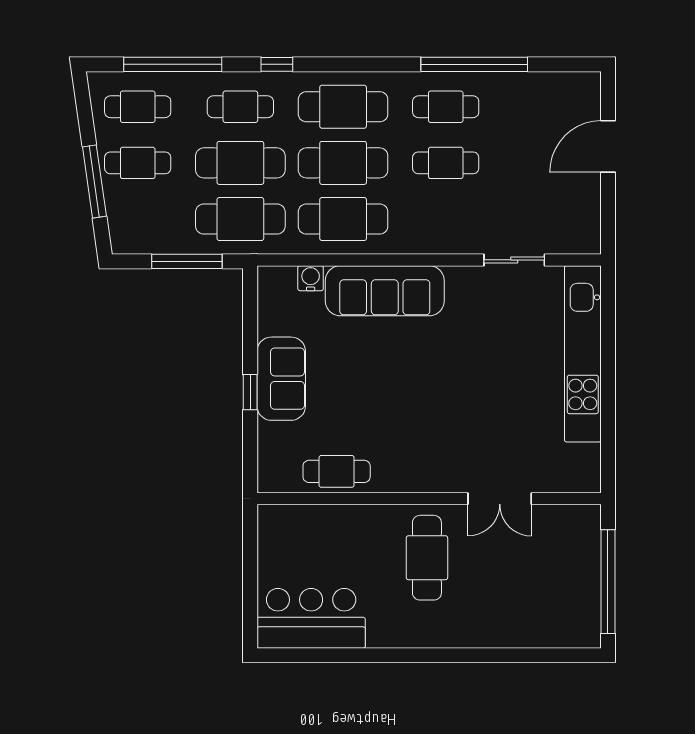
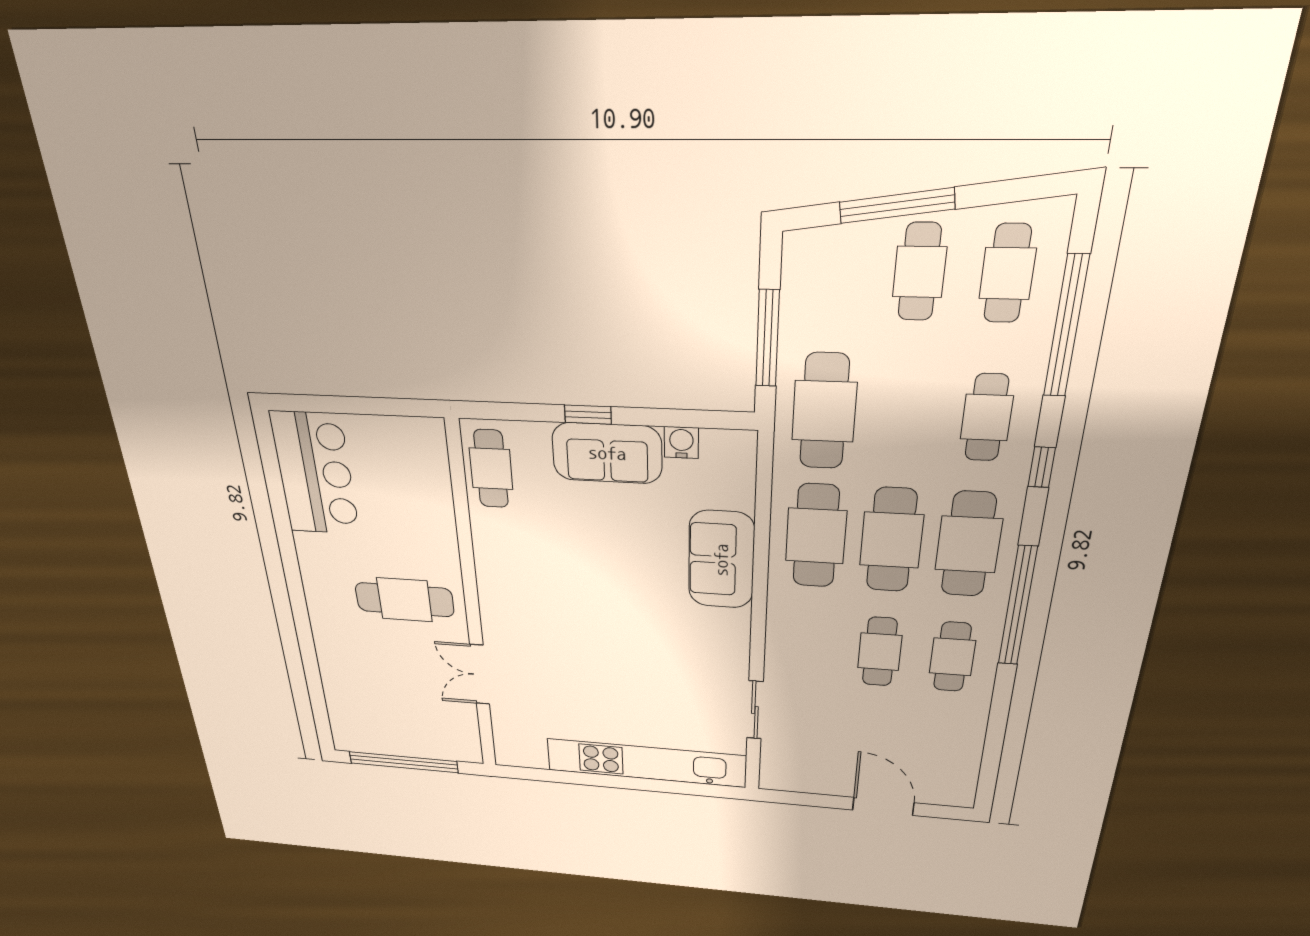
window: (474, 64) -> (1018, 606), moved
cafe table: (240, 163) -> (905, 414), removed
water cooler: (311, 278) -> (681, 443), moved, turned -90
sofa: (385, 291) -> (721, 560), width x0.73
cafe table: (337, 471) -> (491, 469), moved

